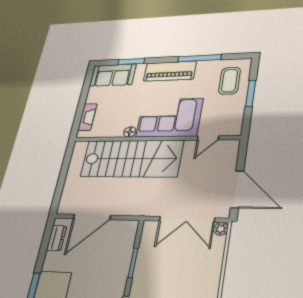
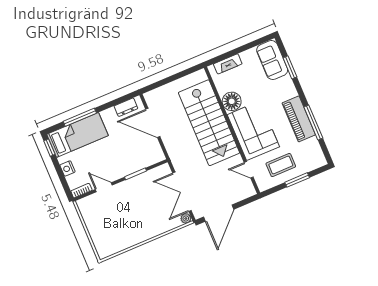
piano: (170, 71) -> (299, 119), moved
coffee table: (230, 81) -> (281, 165), moved
floor lamp: (130, 132) -> (232, 101), width x1.89, depth x1.89

